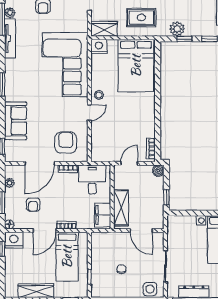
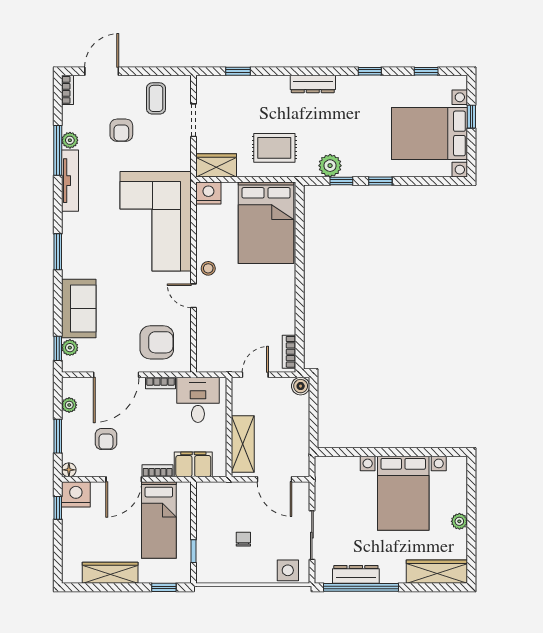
door: (89, 113) -> (194, 296), swing flipped
armchair: (66, 143) -> (157, 342), turned 90
plant: (10, 146) -> (70, 348), added
window: (166, 197) -> (313, 428), removed
filing cabinet: (103, 215) -> (193, 464), moved, turned 90

